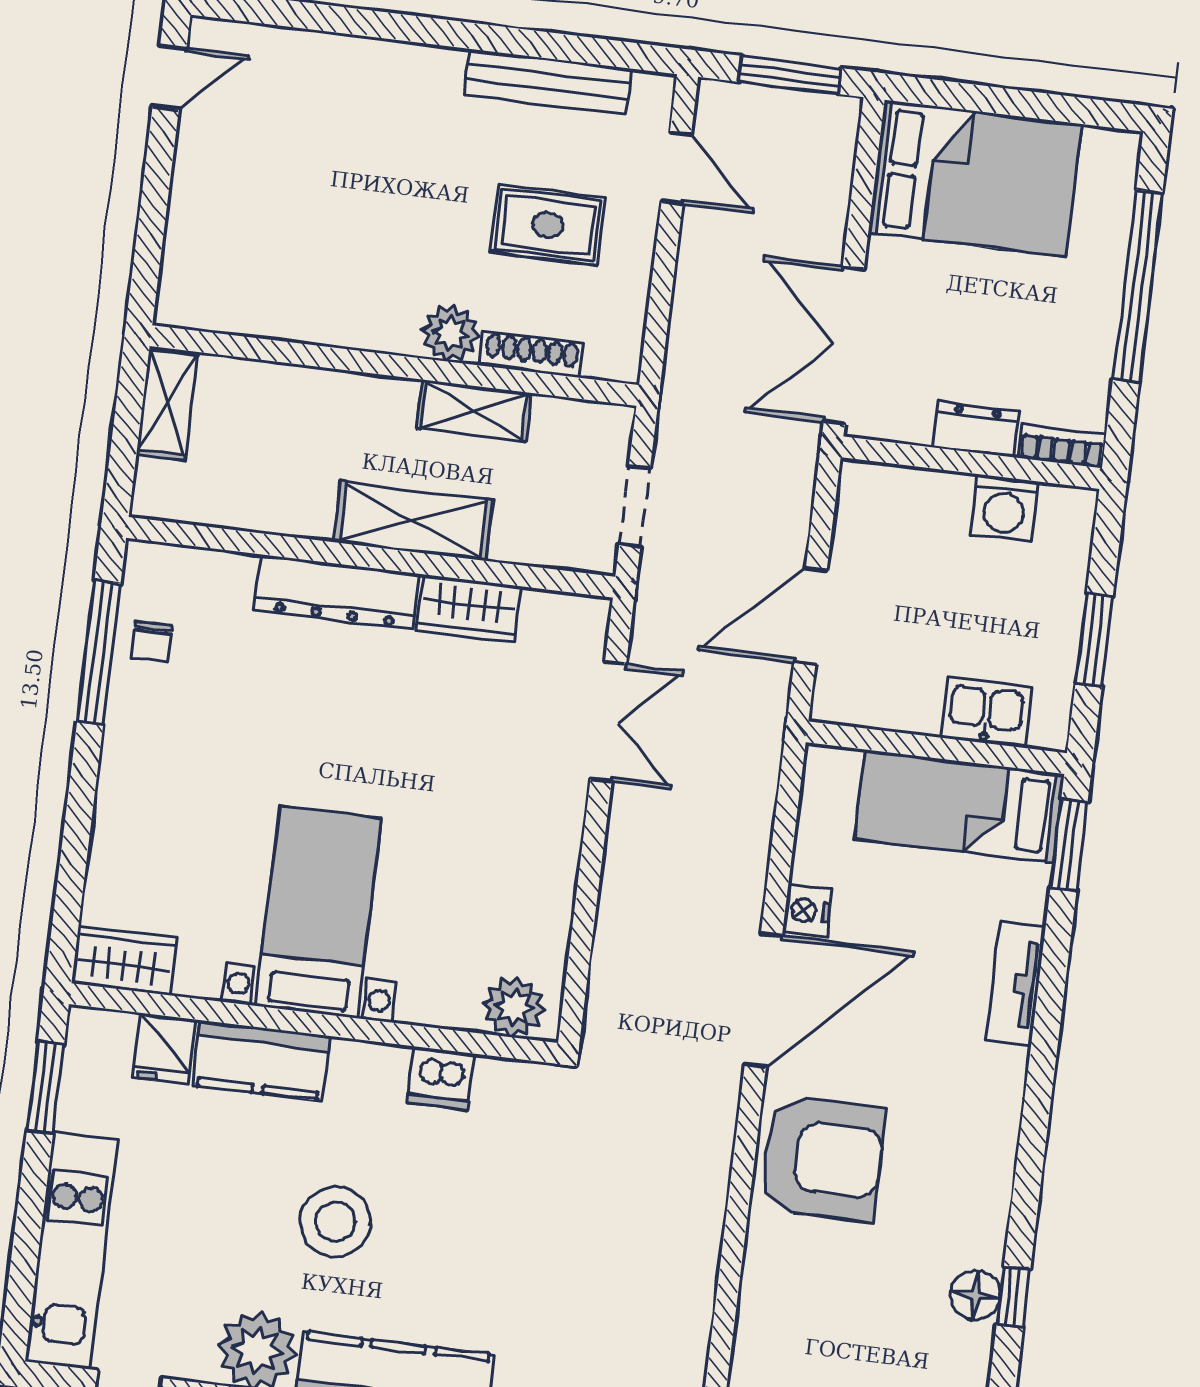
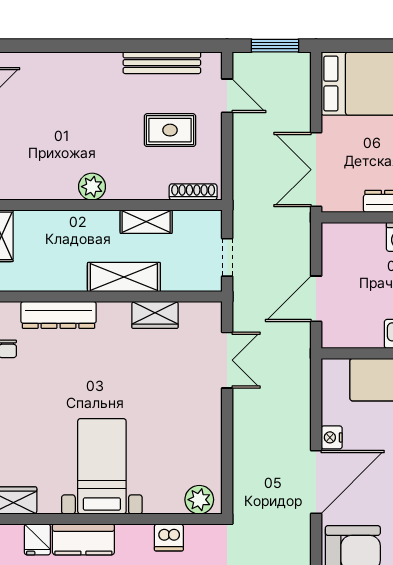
plant: (450, 333) -> (92, 187), moved
shoe rack: (532, 355) -> (193, 192), moved
dresser: (337, 592) -> (58, 315), moved

